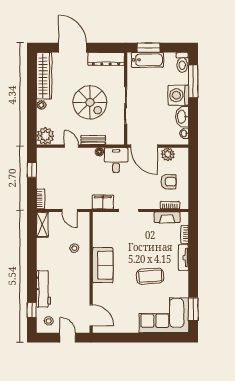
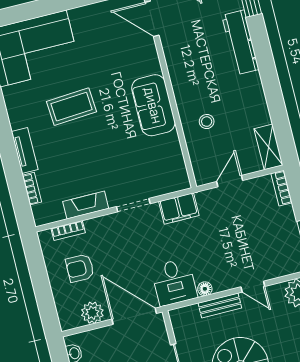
door: (70, 210) -> (230, 181), hinge flipped
fireplace: (167, 217) -> (86, 205), moved

